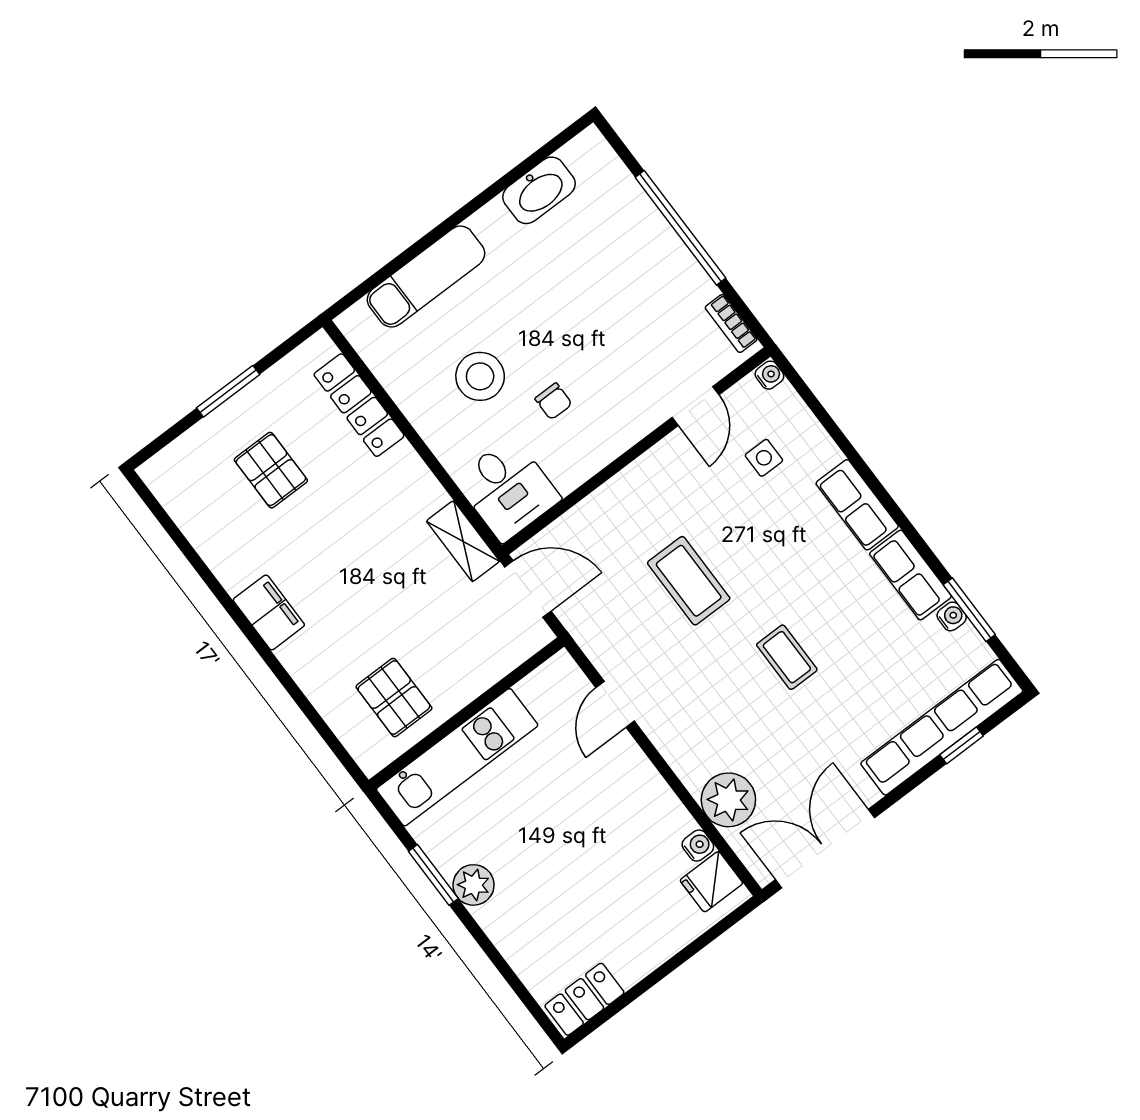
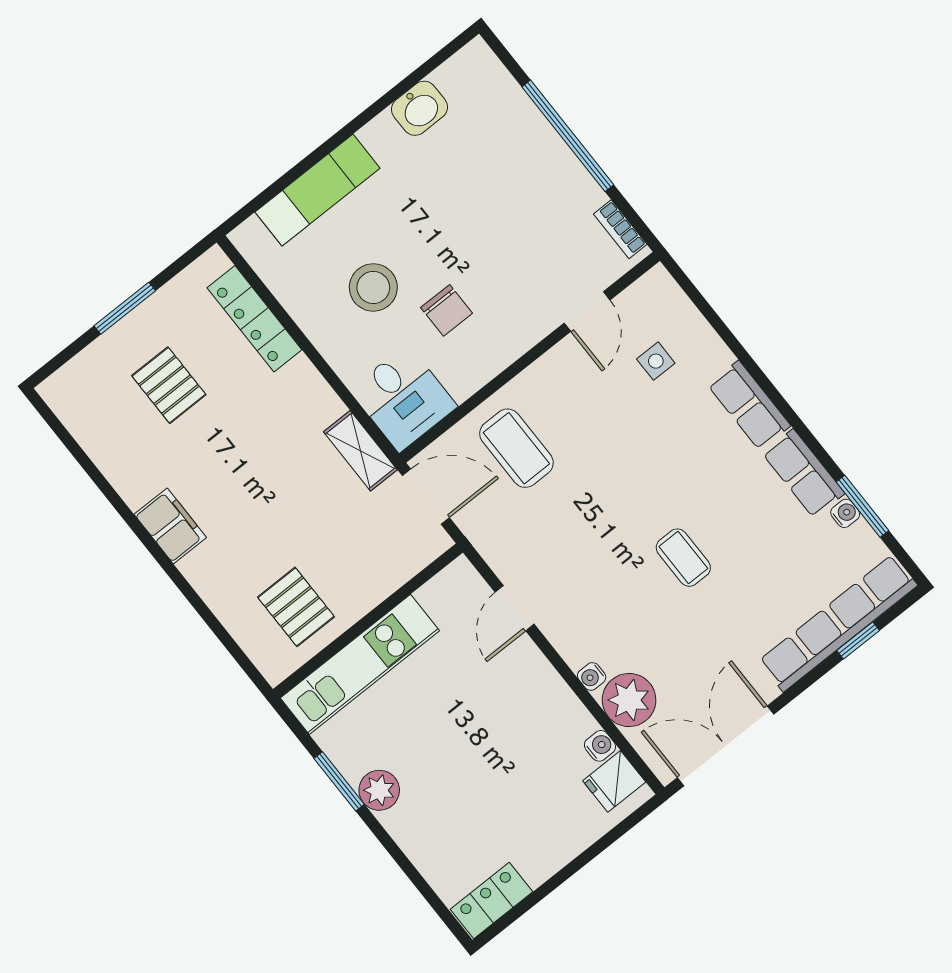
washbasin: (539, 190) -> (419, 108), width x0.72
water cooler: (769, 375) -> (592, 676), moved, turned 180
chair: (554, 401) -> (447, 310), width x1.37, depth x1.37
coffee table: (689, 581) -> (516, 448), moved

